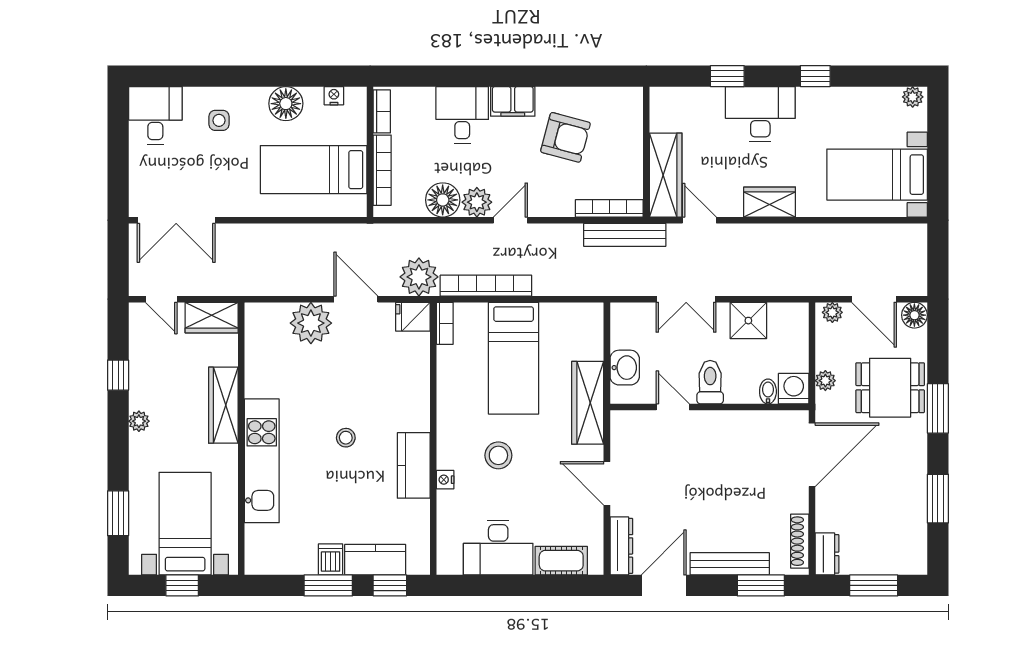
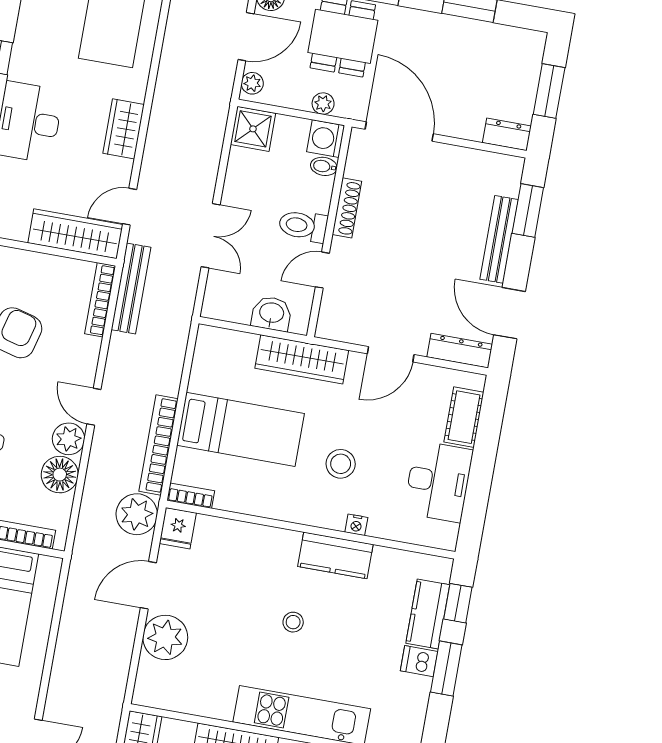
shower: (748, 321) -> (253, 129), moved
shoe rack: (800, 541) -> (347, 208), moved, turned -90

